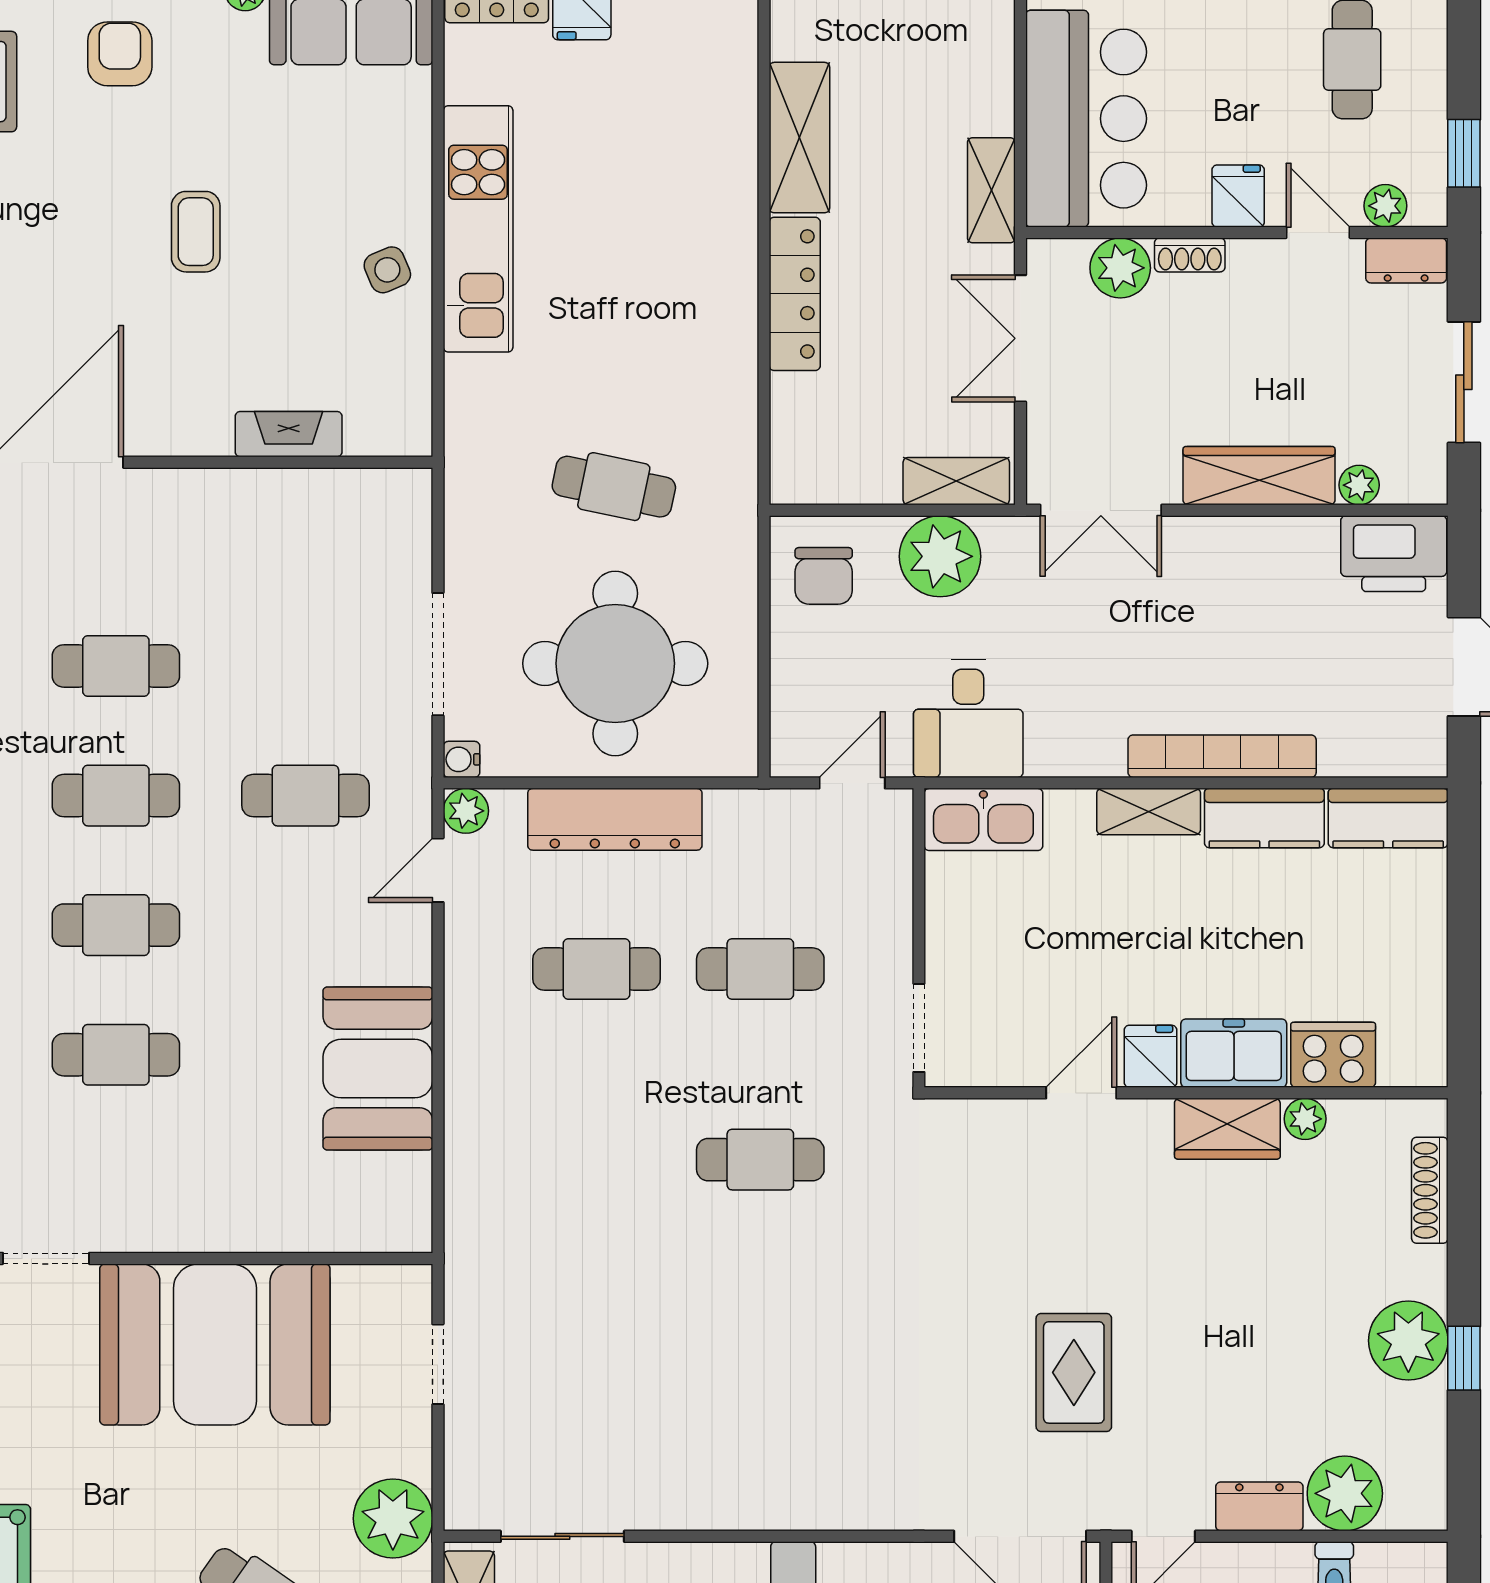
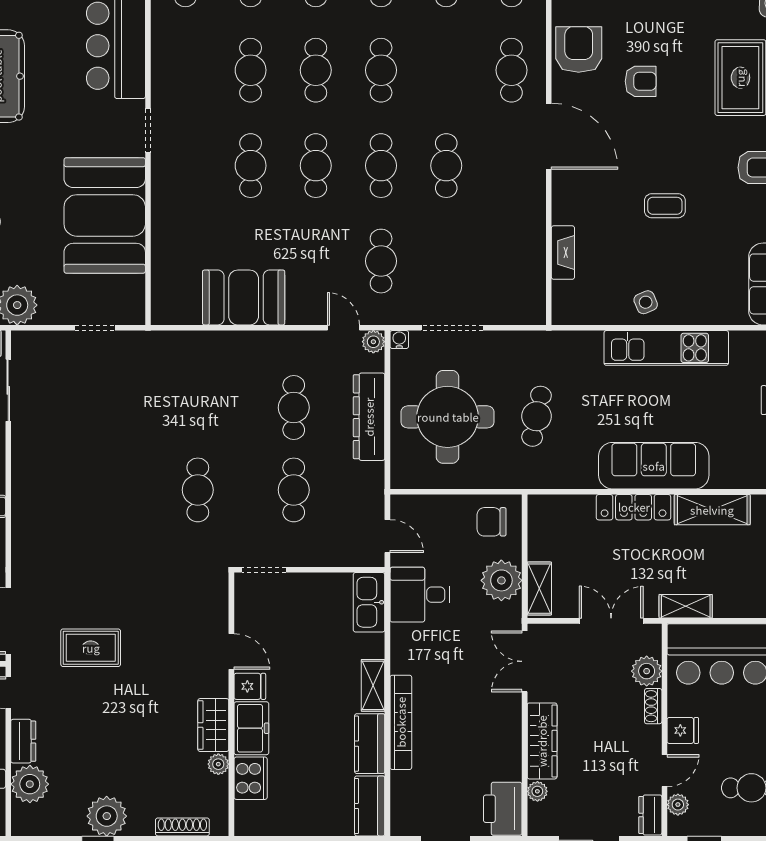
sofa: (712, 254) -> (654, 466), added

